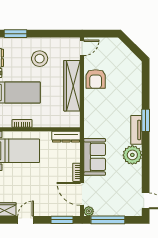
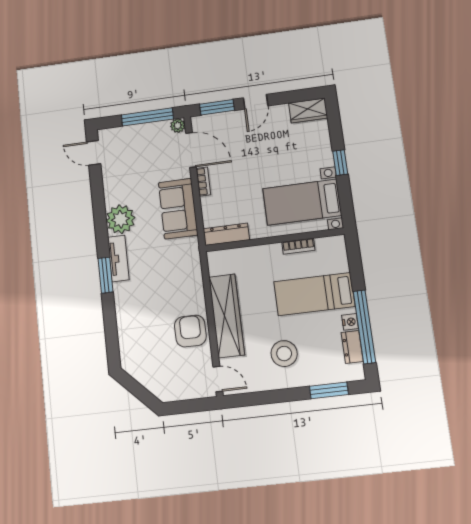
door: (82, 48) -> (218, 379), swing flipped
door: (26, 220) -> (256, 102), moved

